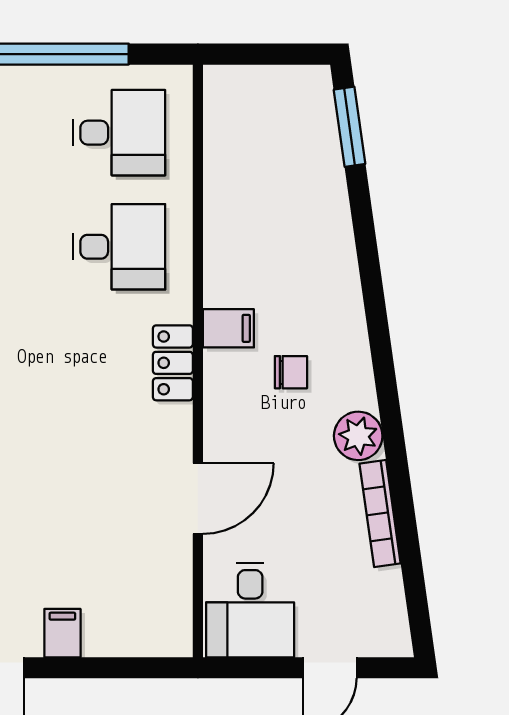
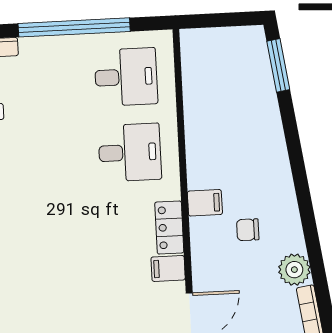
chair: (291, 372) -> (248, 230), turned 180
filing cabinet: (168, 424) -> (168, 268), added

